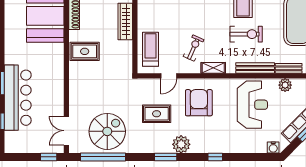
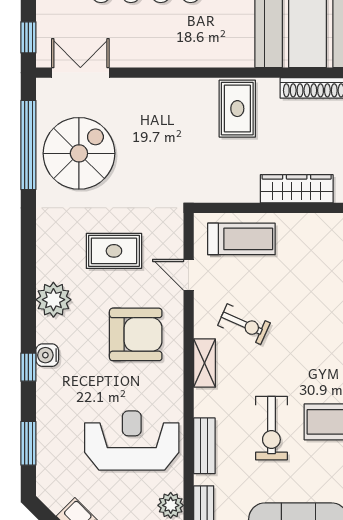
bench: (255, 68) -> (204, 446), width x0.73
reception desk: (252, 105) -> (132, 441), turned 180
rug: (157, 114) -> (114, 251), turned 90
spiral stairs: (107, 131) -> (79, 153), turned -90
water cooler: (273, 147) -> (47, 355), moved
window: (166, 157) -> (28, 443), moved

